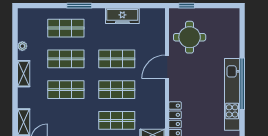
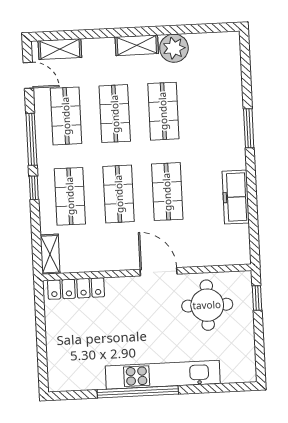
shop shelf: (66, 28) -> (66, 116), moved
plant: (22, 46) -> (174, 48), width x1.88, depth x1.88
kitchen unit: (232, 94) -> (163, 375), moved

